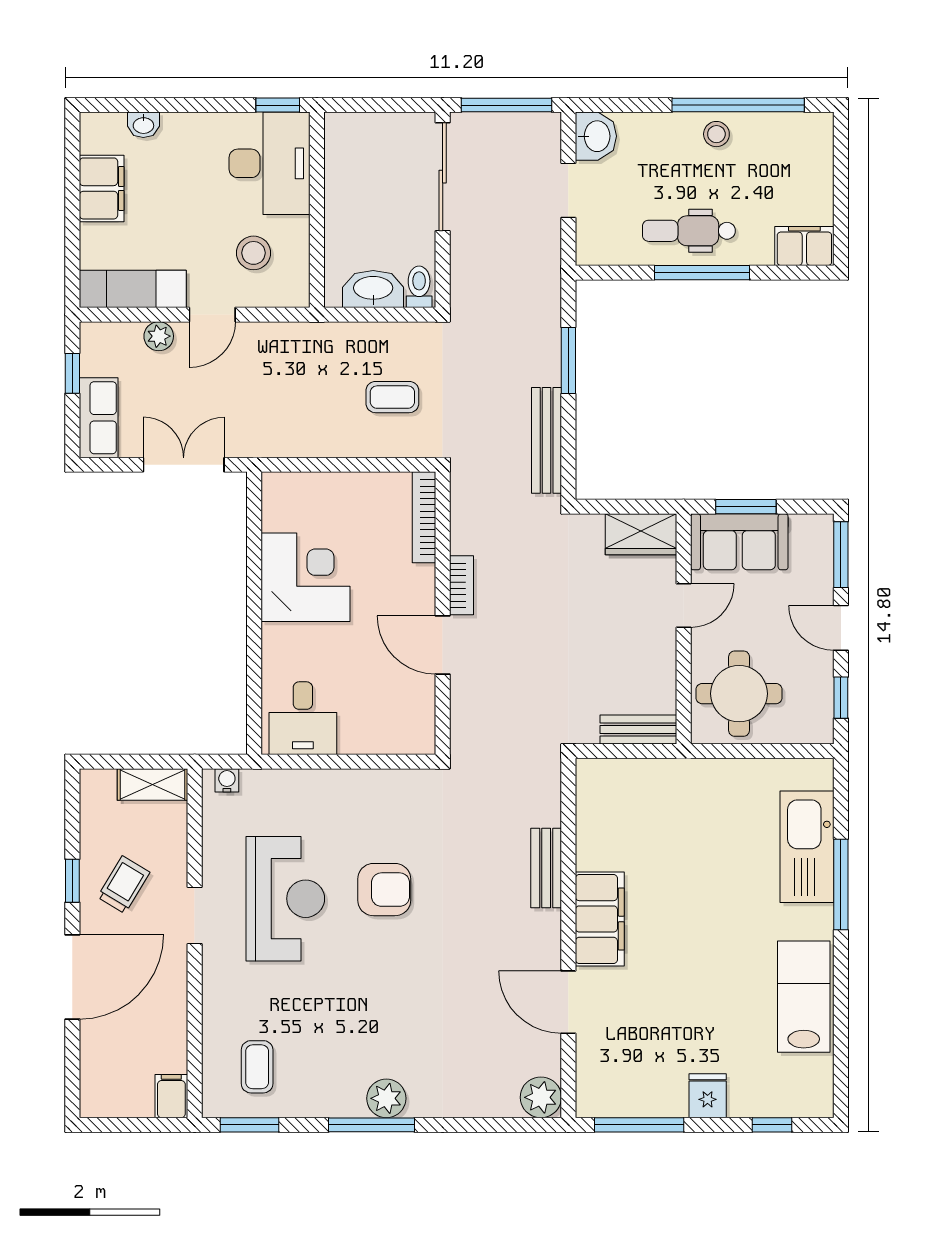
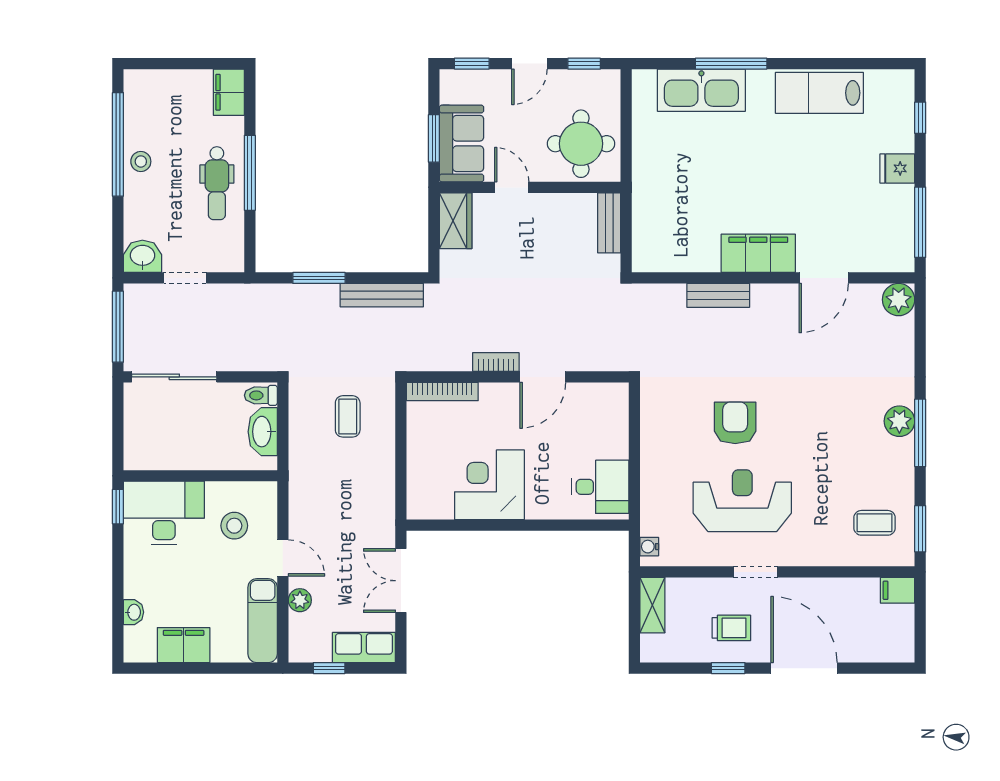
window: (841, 555) -> (472, 64), width x0.67
trolley: (124, 885) -> (731, 628), turned 149

